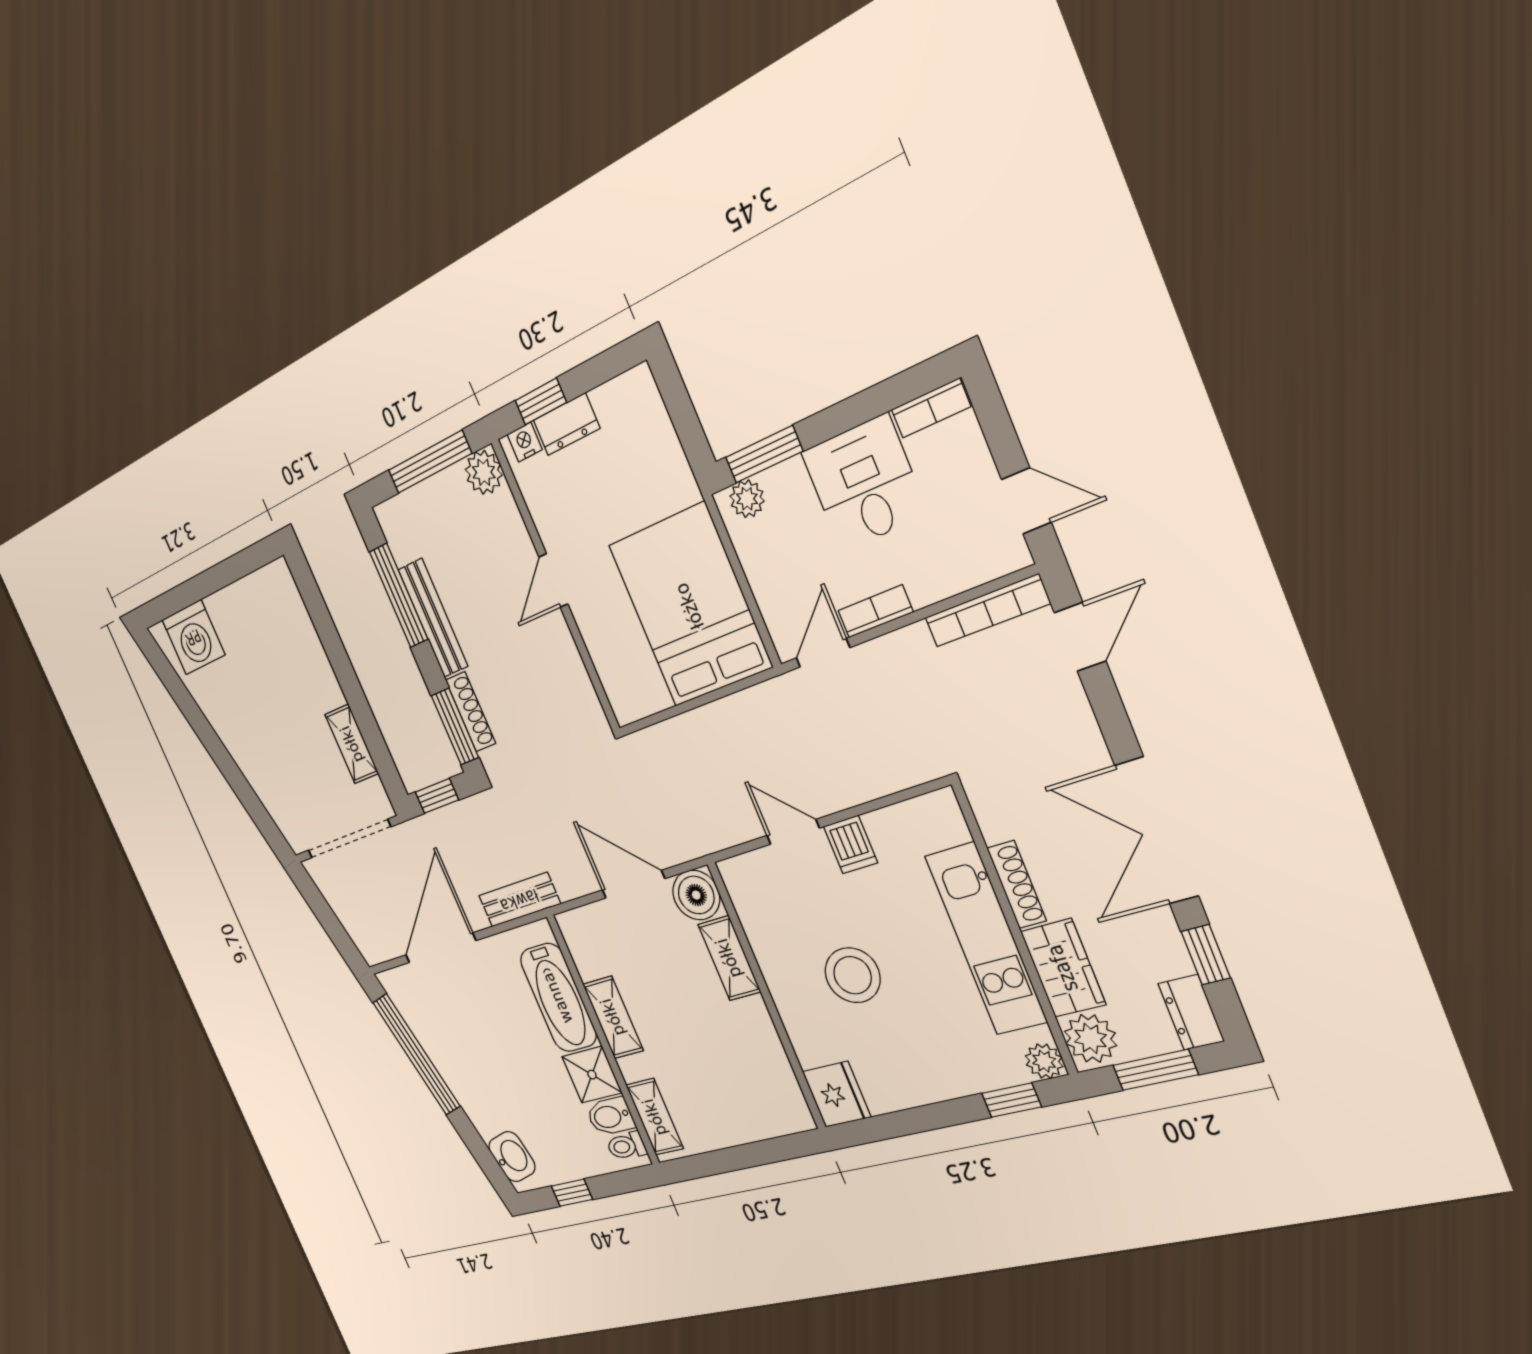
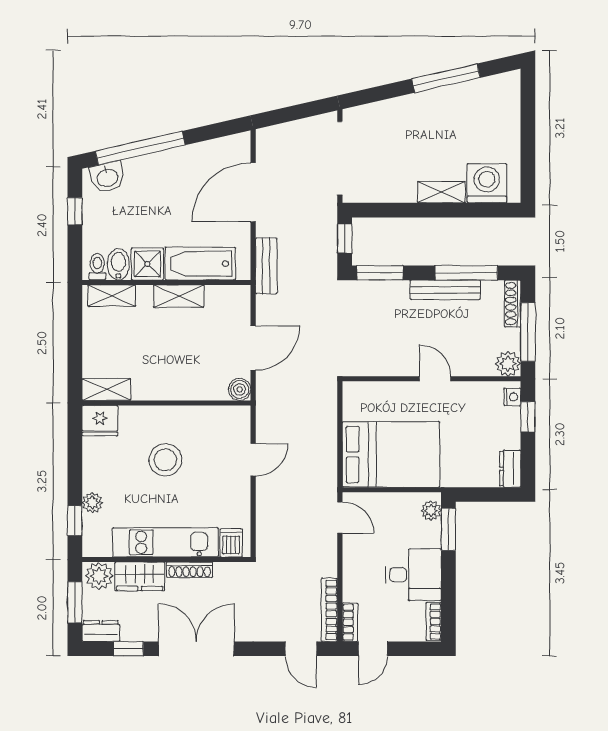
dresser: (567, 424) -> (510, 469), moved
bookcase: (875, 611) -> (350, 622), moved
washing machine: (193, 637) -> (487, 183), moved, turned 90
shoe rack: (471, 712) -> (513, 304), moved, turned 90
window: (202, 727) -> (446, 78), added
shelving: (352, 744) -> (441, 192), moved
dishwasher: (850, 845) -> (231, 543), moved, turned 90
boiler: (696, 895) -> (240, 389), width x0.73, depth x0.73
door: (441, 948) -> (253, 192), swing flipped
shelving: (729, 958) -> (106, 390), moved
window: (416, 1054) -> (140, 148), moved
plant: (1044, 1061) -> (92, 503), moved

